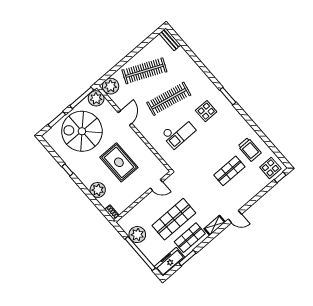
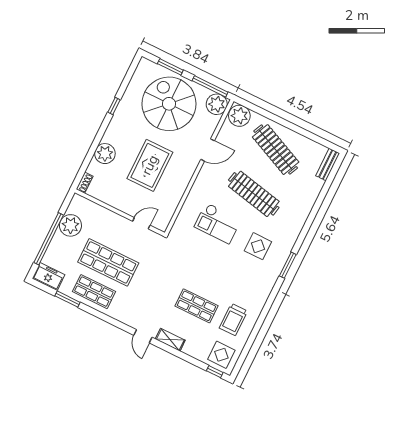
door: (156, 185) -> (141, 223), swing flipped
shelving: (215, 225) -> (170, 340), moved
freezer: (169, 262) -> (49, 277), width x0.71

